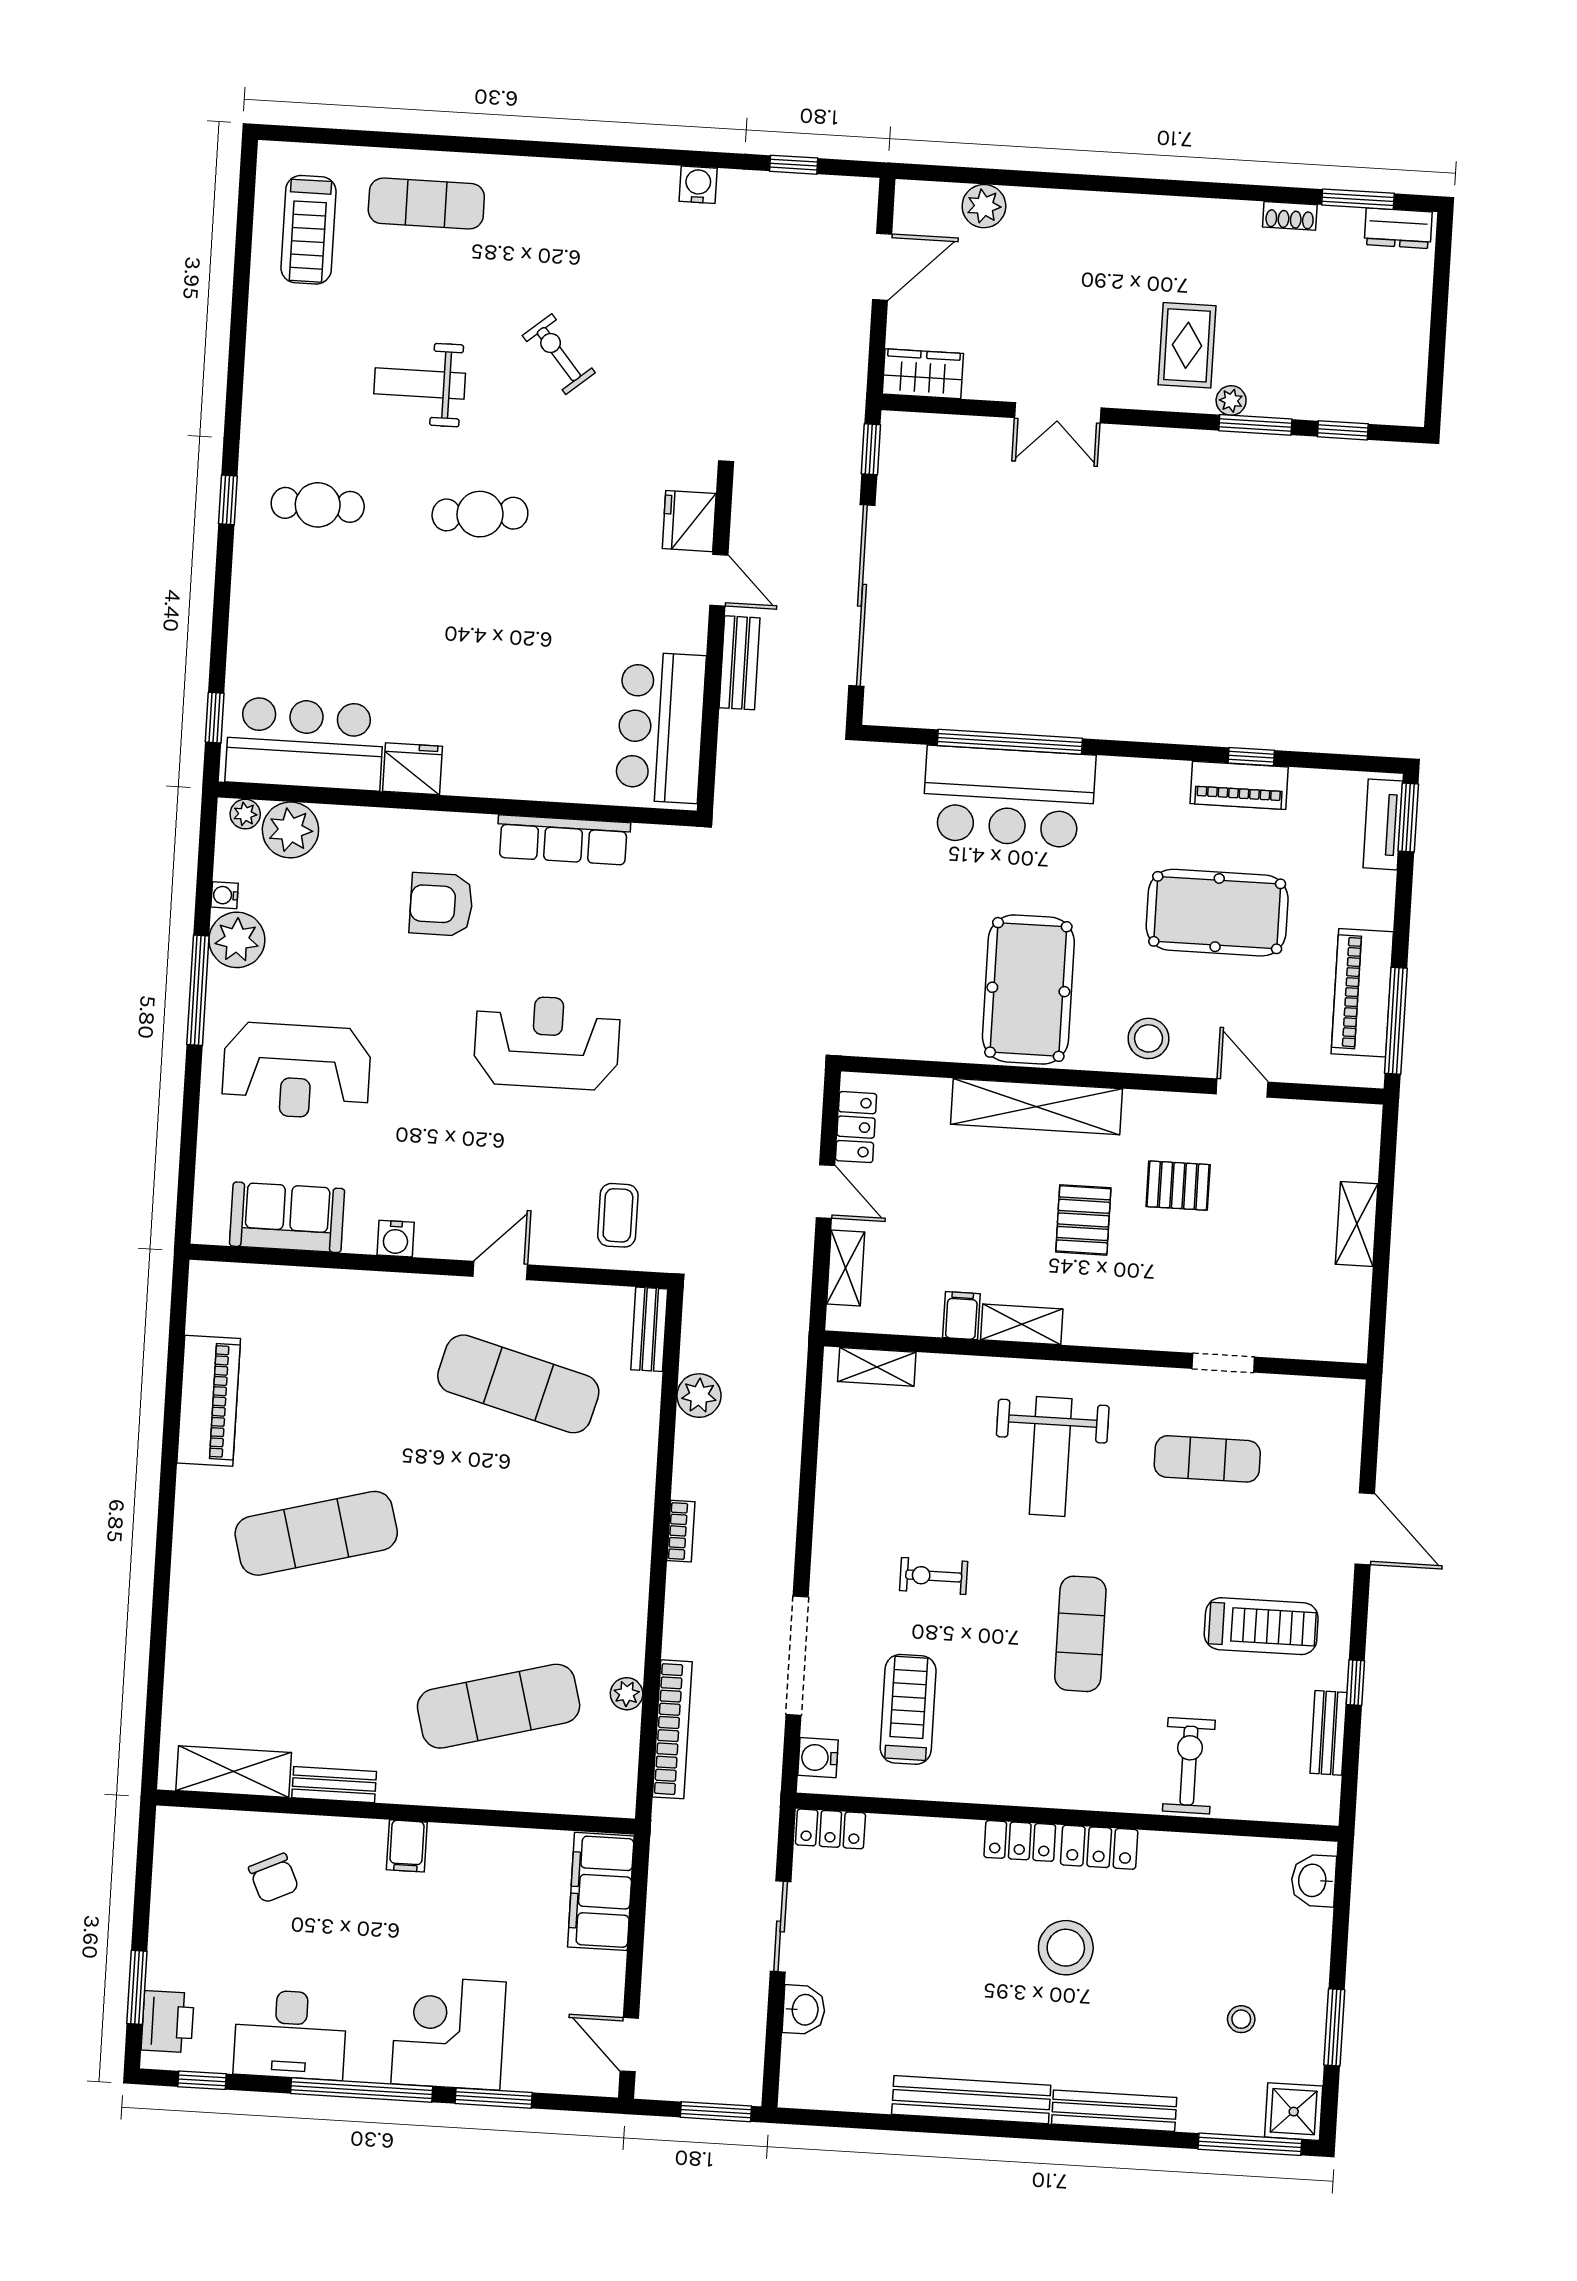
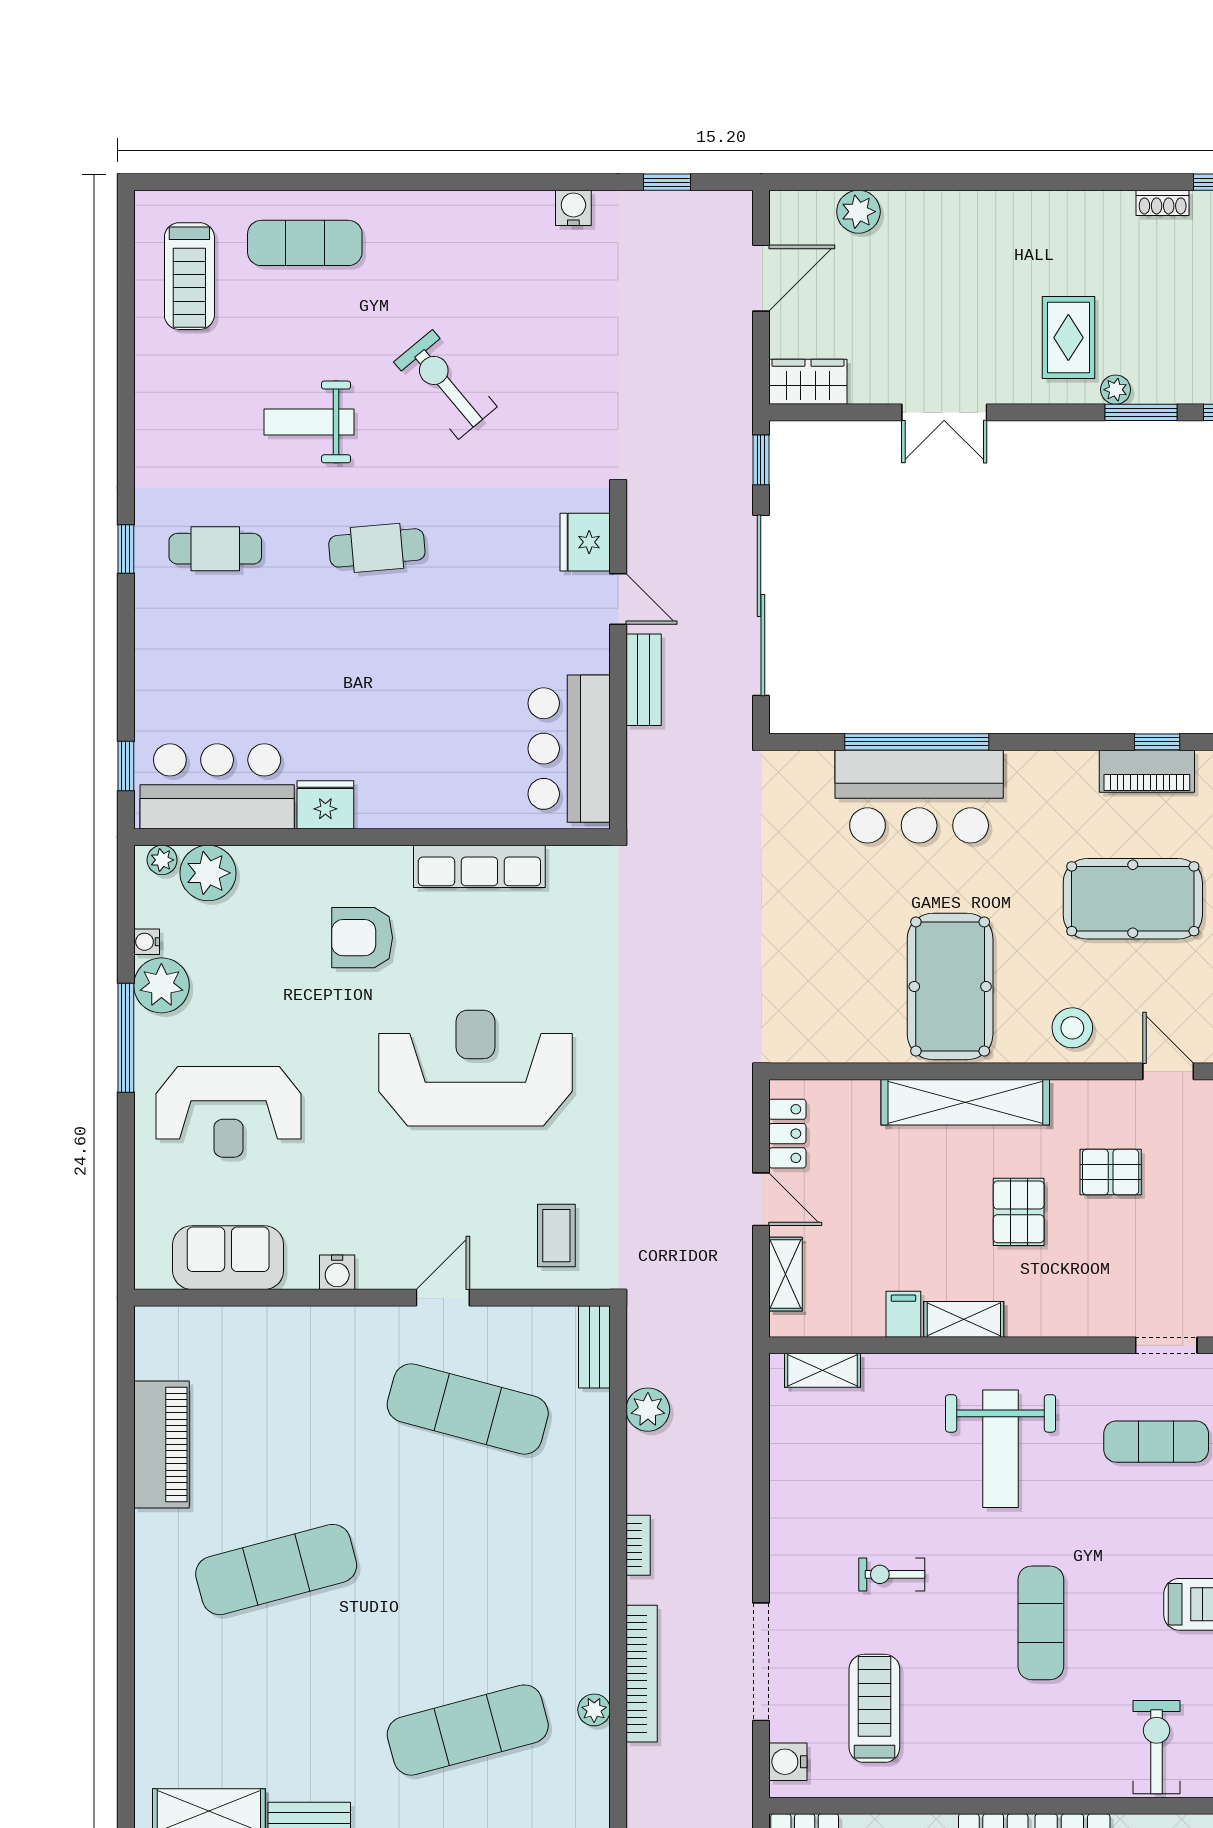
exercise bike: (559, 354) -> (445, 384), width x1.38, depth x1.39
reception desk: (547, 1042) -> (475, 1068), width x1.36, depth x1.30
bookcase: (672, 1729) -> (642, 1674), moved

